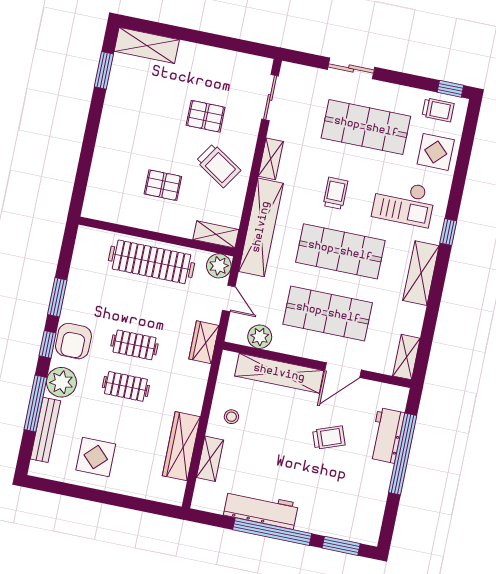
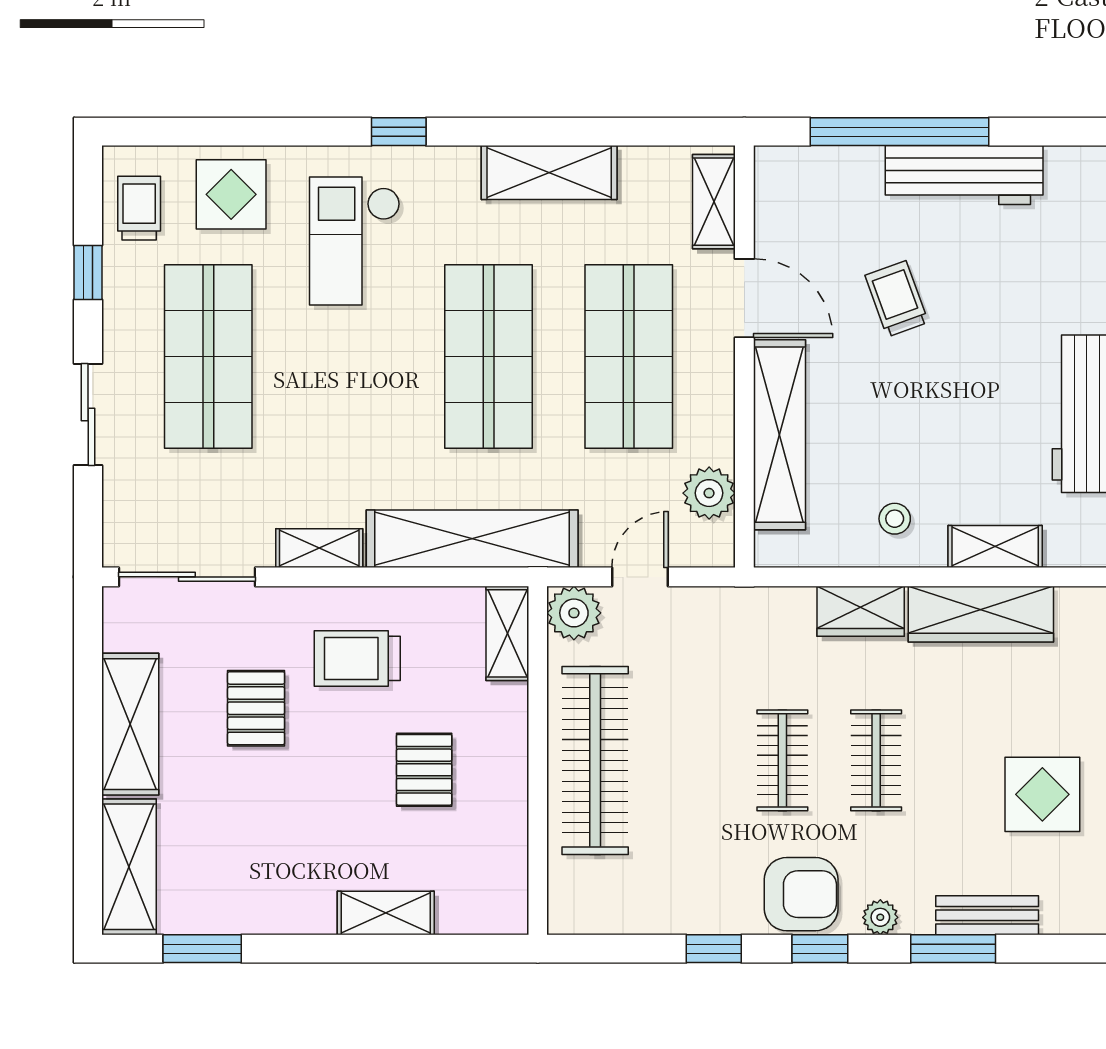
shelving: (210, 59) -> (130, 724), added
window: (450, 89) -> (88, 272), moved
sliding door: (270, 98) -> (187, 577), width x1.37
shelving: (103, 155) -> (386, 913), added
trolley: (218, 166) -> (357, 658), turned -123
trolley: (335, 193) -> (365, 393), removed
checkout: (404, 202) -> (355, 241), turned 180
shelving: (421, 273) -> (549, 173), moved
window: (57, 297) -> (714, 949), width x0.67
wardrobe: (204, 342) -> (861, 611), moved
shelving: (406, 357) -> (714, 202), moved, turned 90
plant: (61, 382) -> (880, 917), width x0.53, depth x0.53
window: (35, 403) -> (953, 949), width x0.69
bench: (45, 430) -> (987, 915), width x0.73
workbench: (386, 435) -> (964, 175), moved, width x1.38

